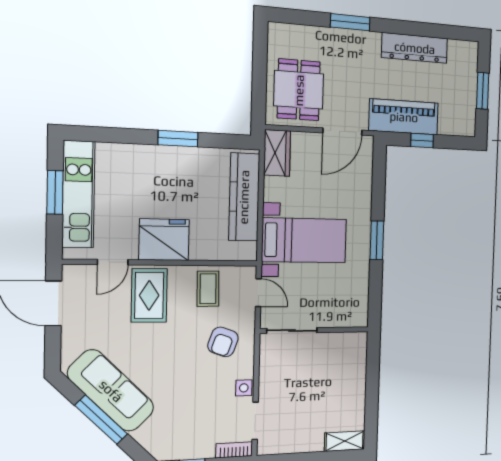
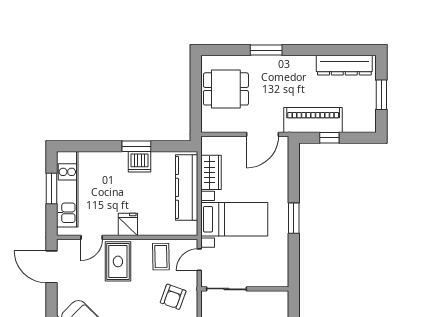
dresser: (415, 48) -> (344, 65), moved
dining table: (299, 90) -> (226, 89), moved, turned 90
wardrobe: (277, 153) -> (211, 172), moved
dishwasher: (182, 160) -> (140, 162), added
fridge: (164, 240) -> (128, 224), width x0.53, depth x0.75
door: (258, 293) -> (199, 260), swing flipped

